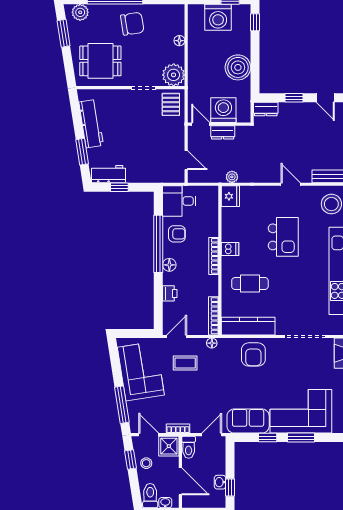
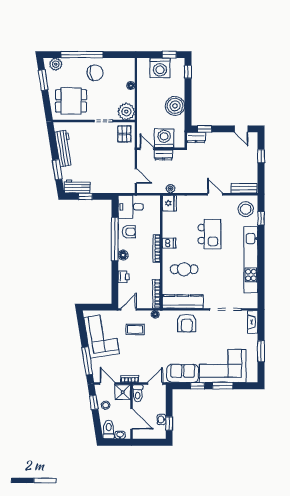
window: (294, 98) -> (205, 129), moved

